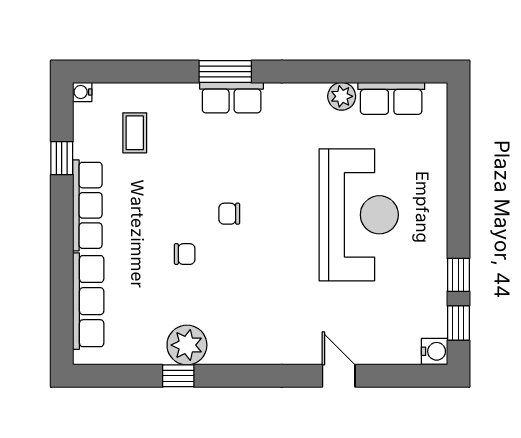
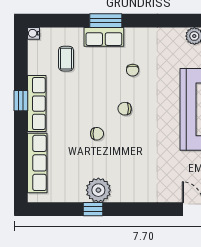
window: (225, 72) -> (106, 21), moved
row of seats: (232, 98) -> (104, 37), moved
chair: (242, 151) -> (133, 70), added
window: (62, 158) -> (21, 101), moved

